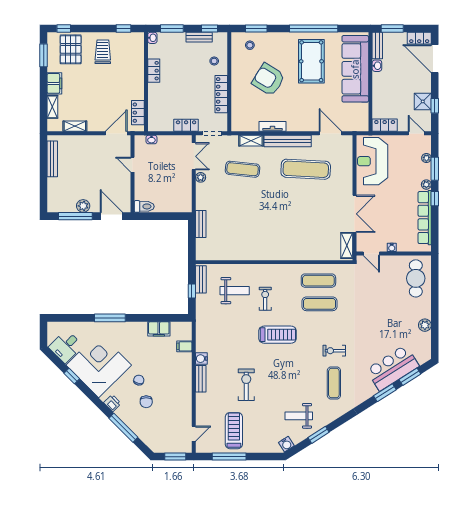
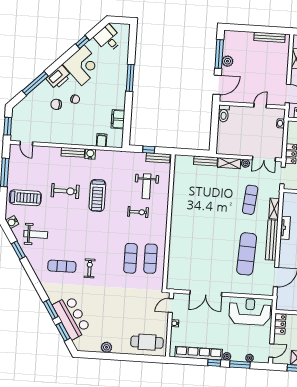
shelving: (347, 246) -> (229, 163), moved
treadmill: (278, 335) -> (97, 195), moved
corner desk: (99, 365) -> (83, 65), width x0.74, depth x0.74
printer: (112, 403) -> (59, 77), width x1.87, depth x1.48
weight bench: (299, 416) -> (36, 234), turned 90
treadmill: (234, 431) -> (25, 198), moved

